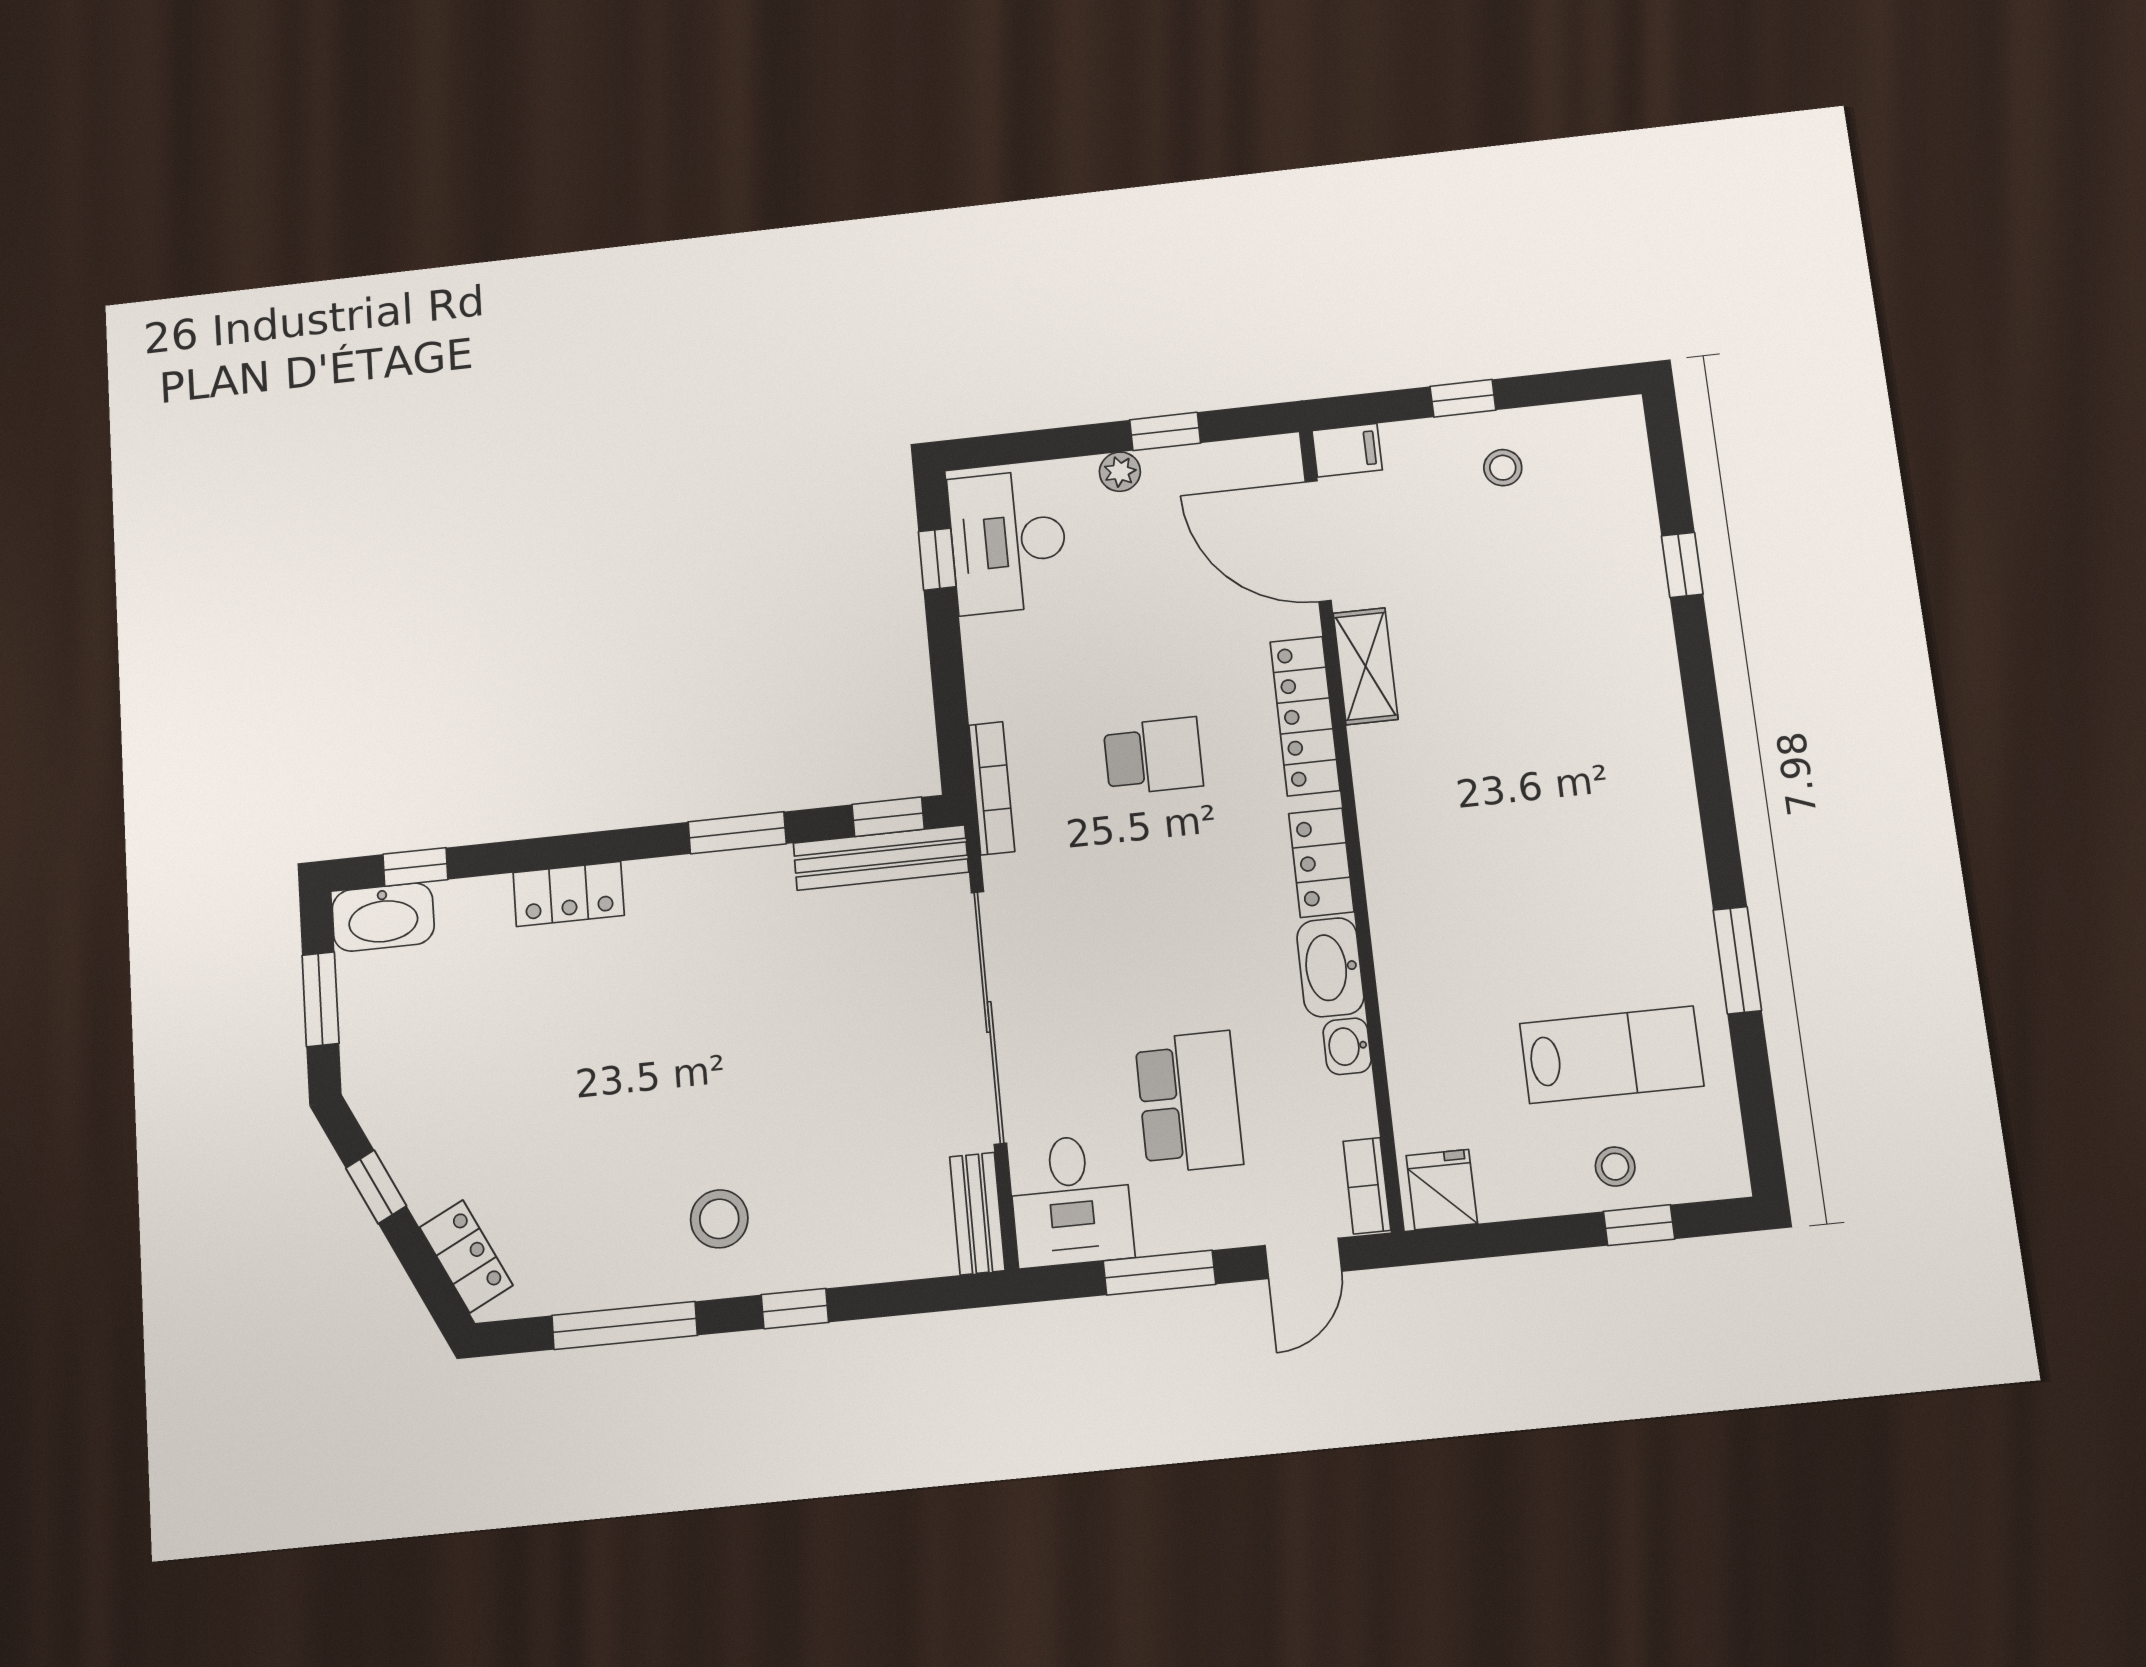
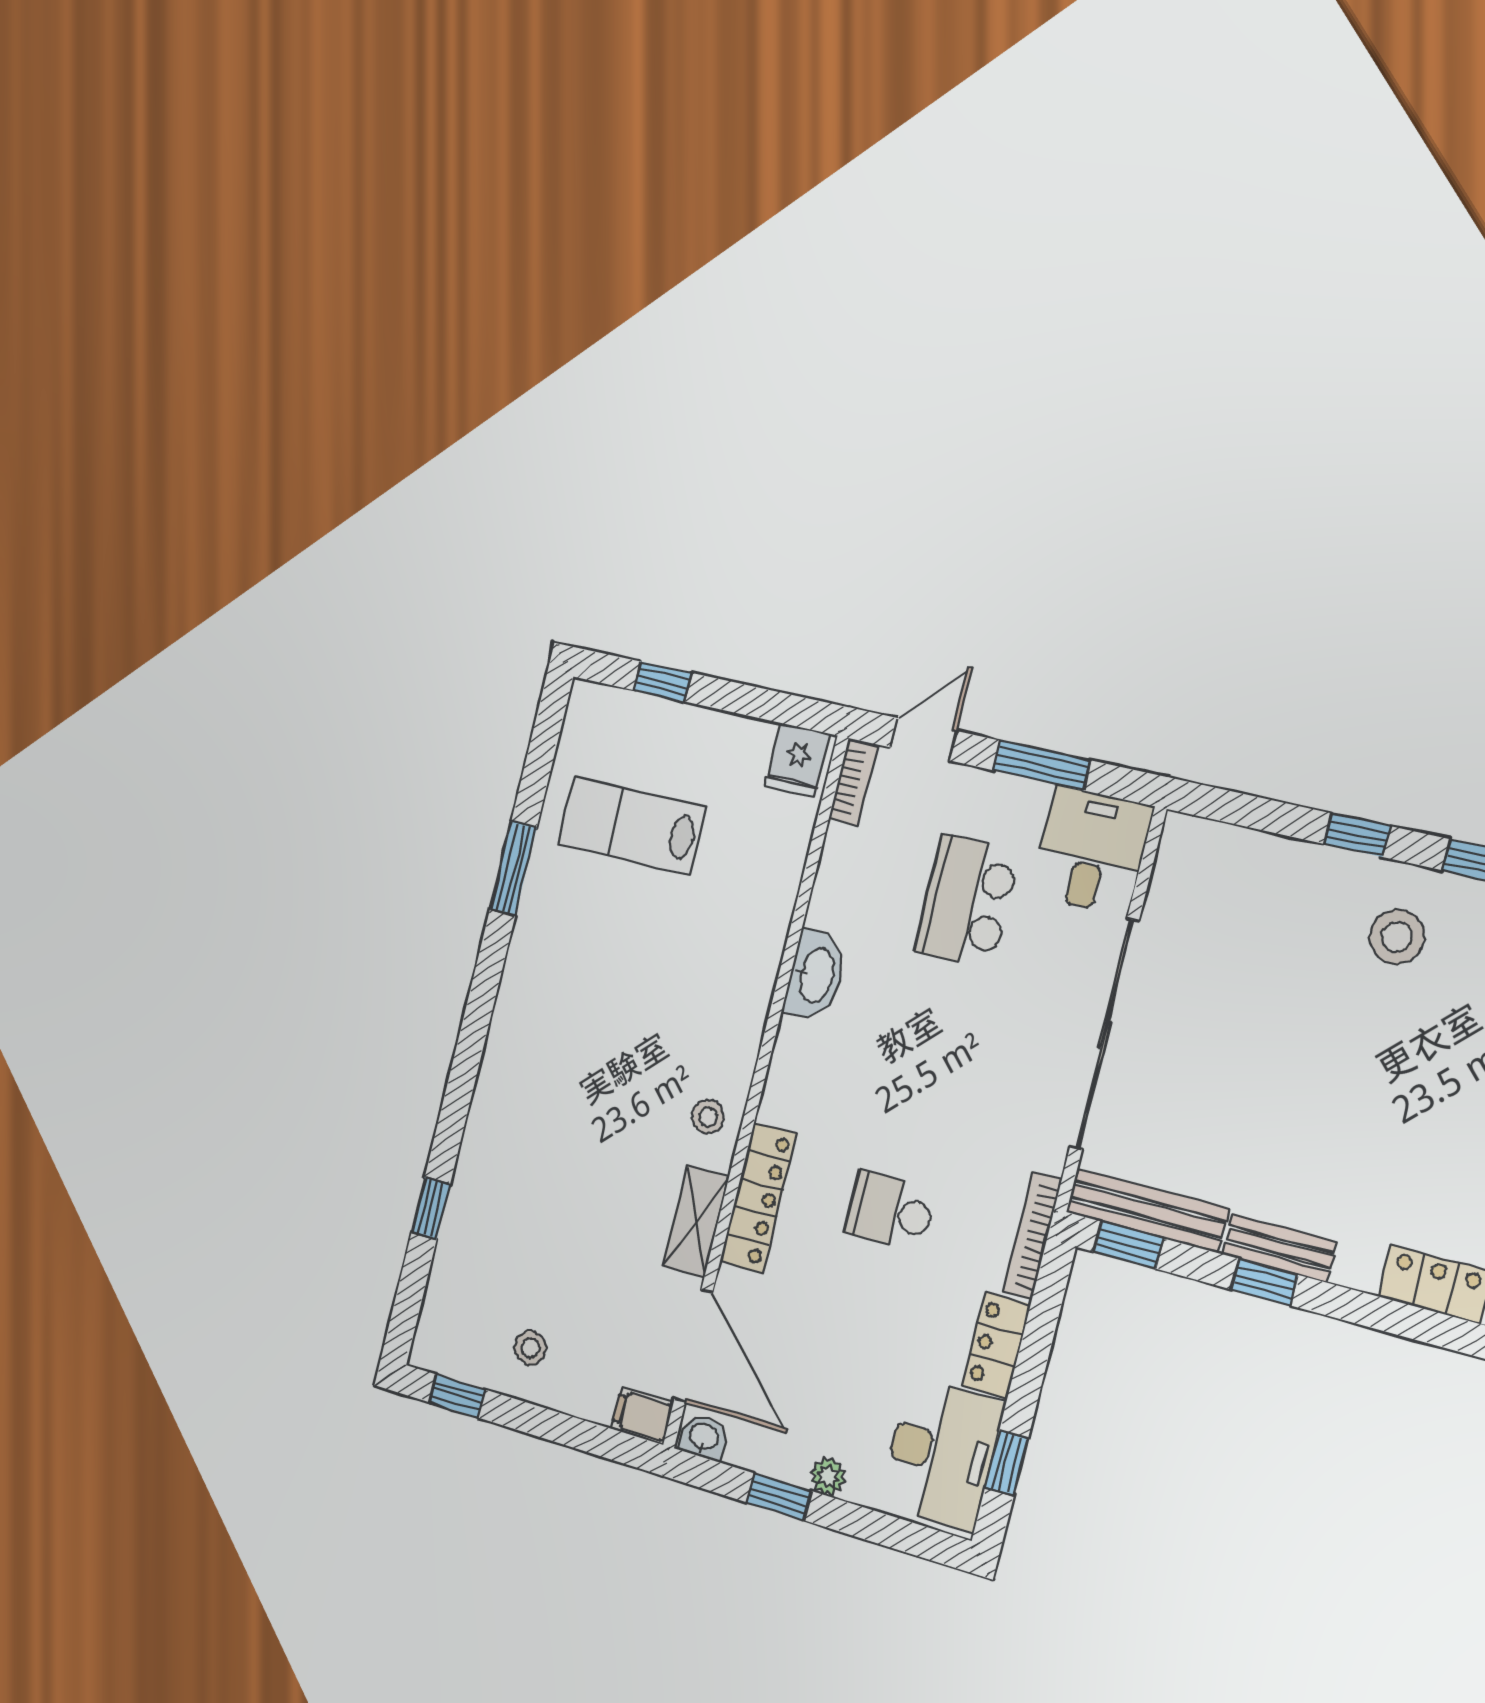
window: (1463, 398) -> (457, 1396), moved
window: (737, 833) -> (1265, 1282), width x0.67
locker: (1321, 863) -> (996, 1345), moved, turned 180
washbasin: (1347, 1046) -> (704, 1437), moved, turned -90
stool: (1615, 1167) -> (708, 1117), moved
bench: (977, 1214) -> (1279, 1248), moved, turned 90

